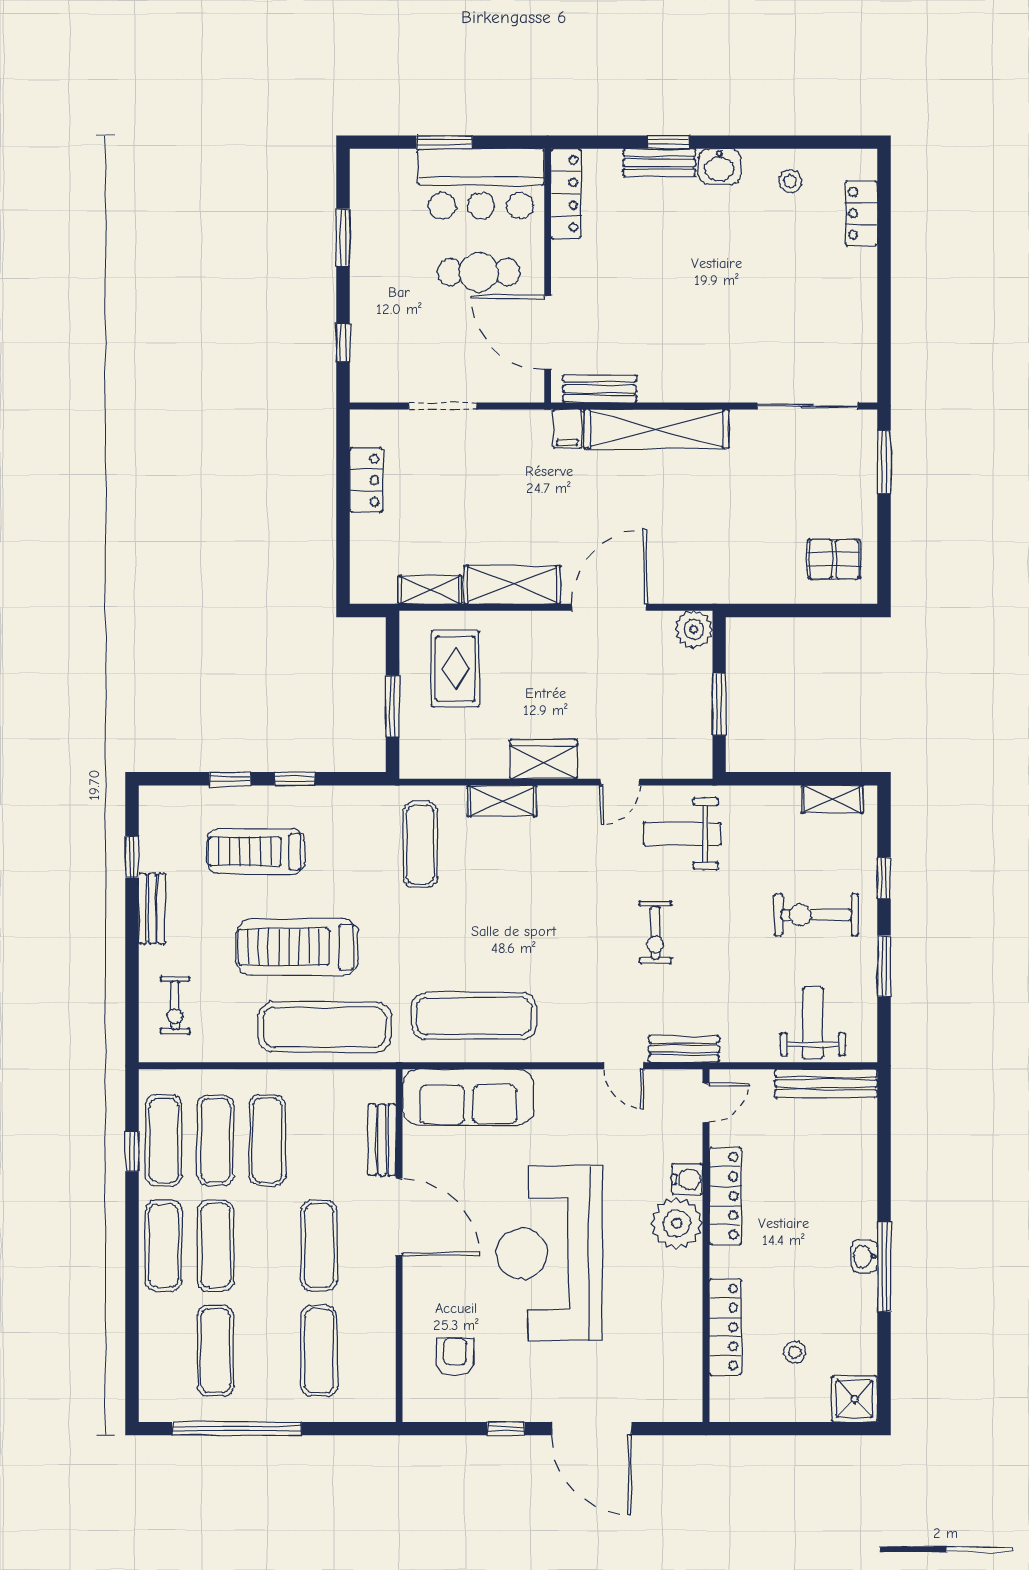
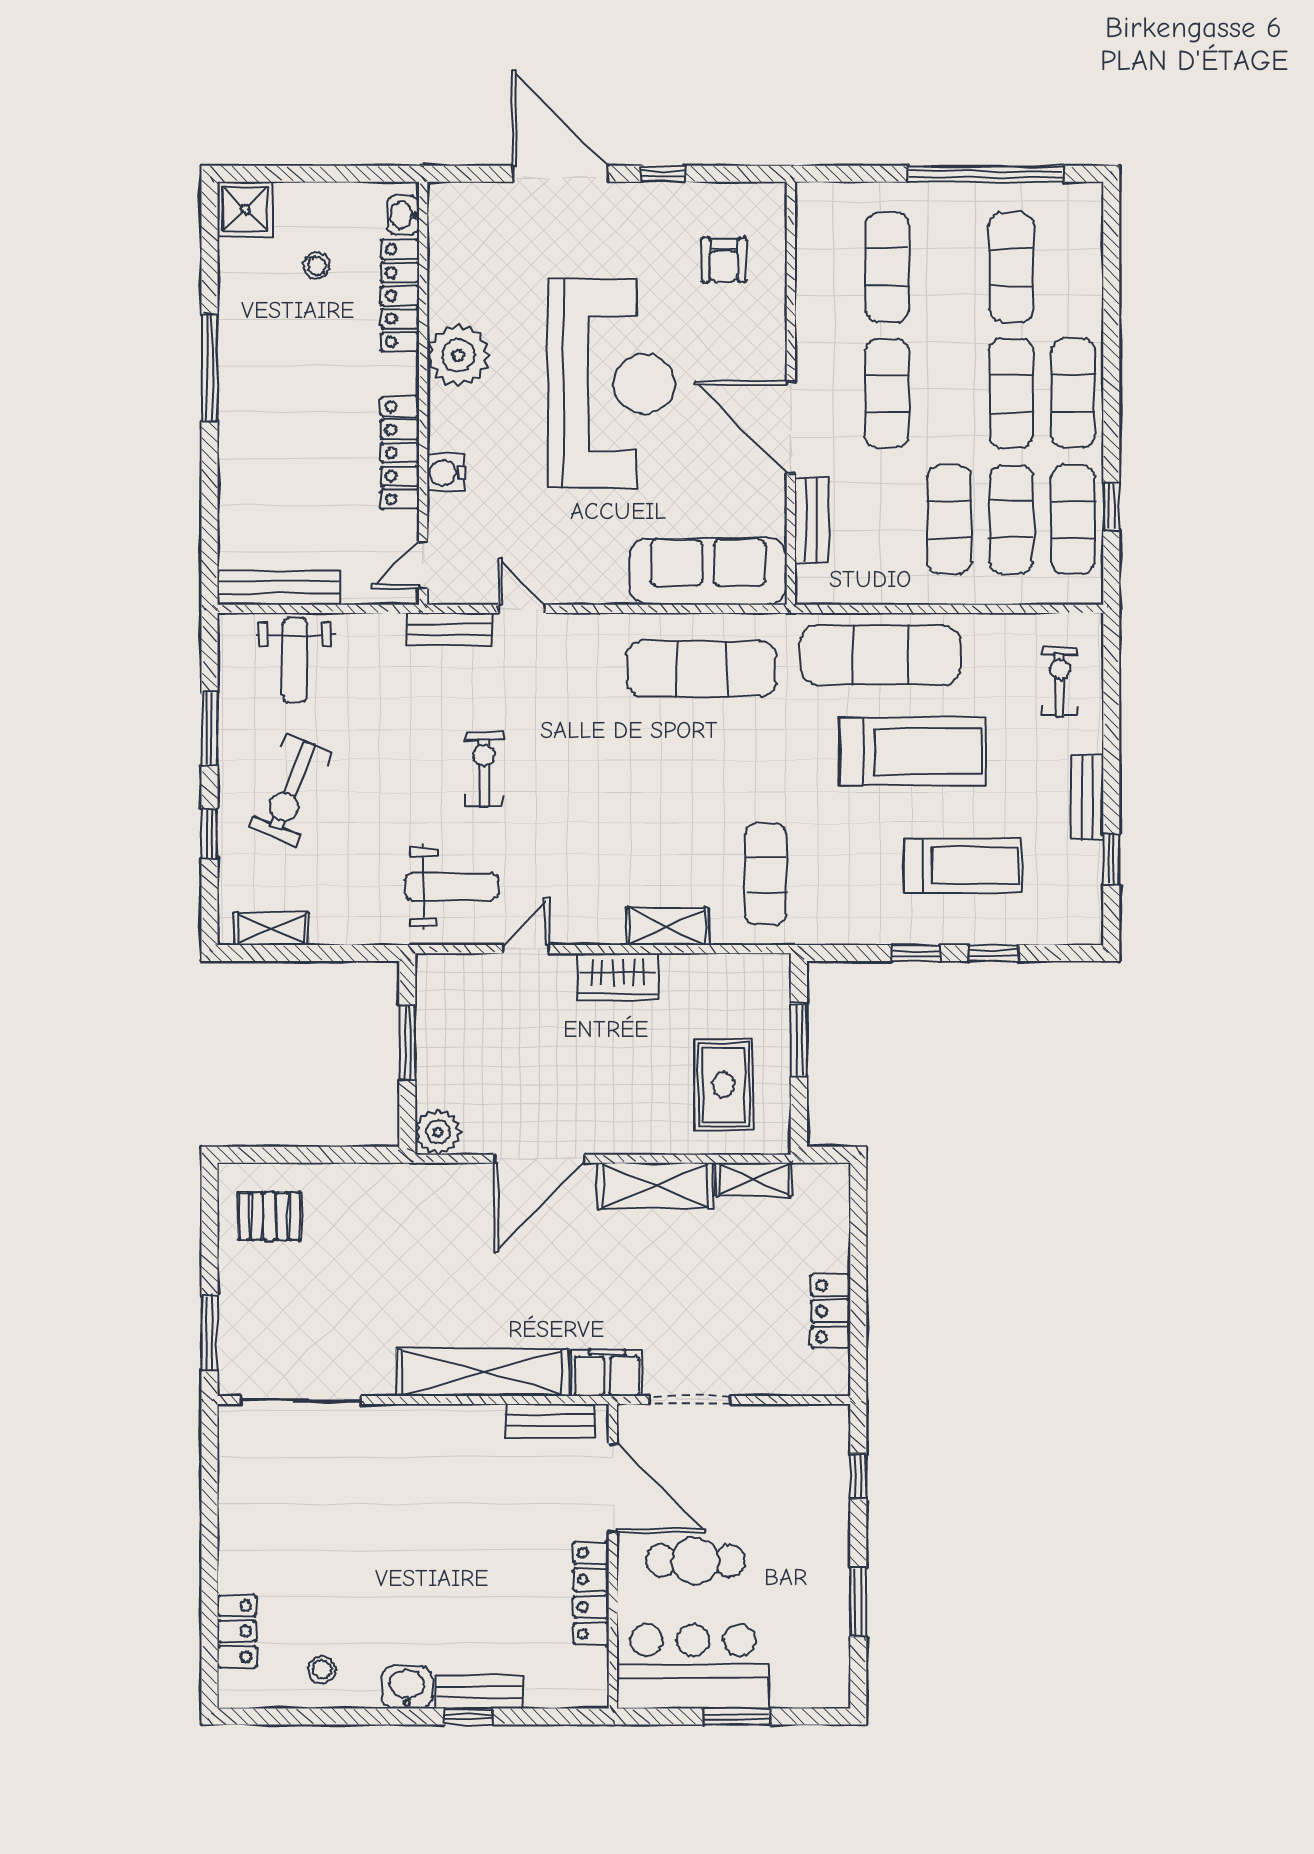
locker: (566, 194) -> (591, 1593), moved
doorway: (443, 406) -> (690, 1400), moved
filing cabinet: (567, 429) -> (607, 1373), width x2.00
exercise bike: (816, 915) -> (291, 790), turned 112
plant: (677, 1223) -> (458, 355), moved
washbasin: (864, 1256) -> (403, 215), moved, turned 180

